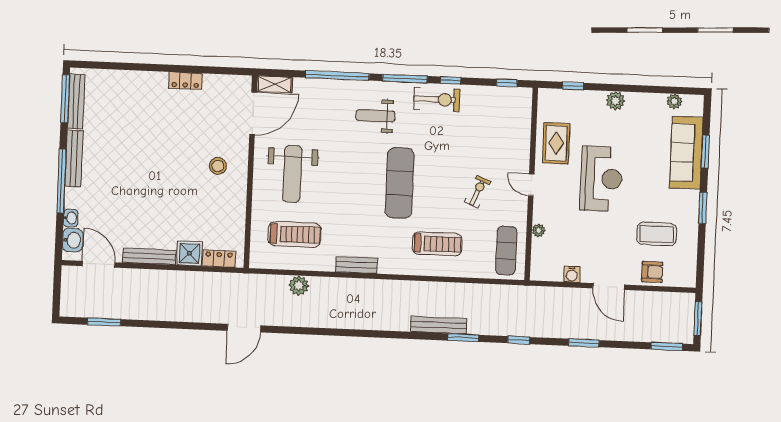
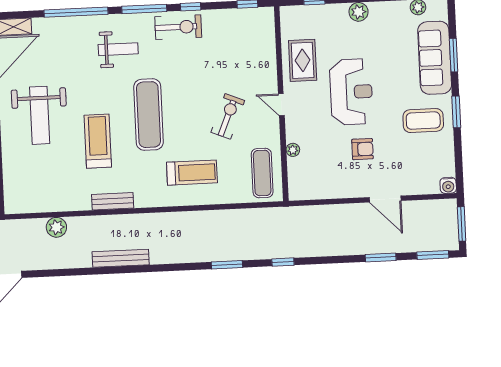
weight bench: (376, 116) -> (118, 49), turned 180
exercise bike: (477, 192) -> (228, 116), width x1.38, depth x1.39
treadmill: (295, 234) -> (98, 141), moved, turned -90
coffee table: (657, 234) -> (423, 121), moved
armchair: (652, 272) -> (362, 149), moved
water cooler: (572, 274) -> (448, 185), moved
door: (609, 286) -> (385, 199), moved
bench: (439, 325) -> (121, 258), moved
window: (584, 343) -> (381, 257), moved

